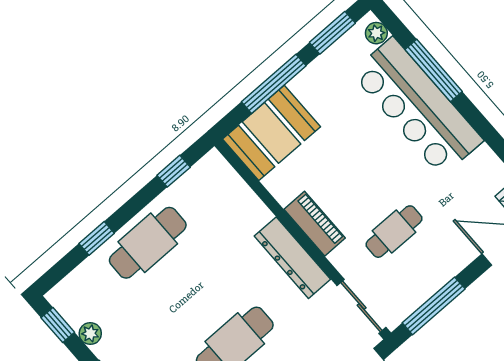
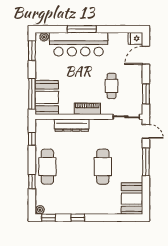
window: (434, 70) -> (82, 29), moved
window: (274, 84) -> (32, 94), moved
dresser: (292, 258) -> (72, 125), moved
window: (434, 306) -> (146, 94), width x0.69
plant: (90, 334) -> (40, 210), moved

